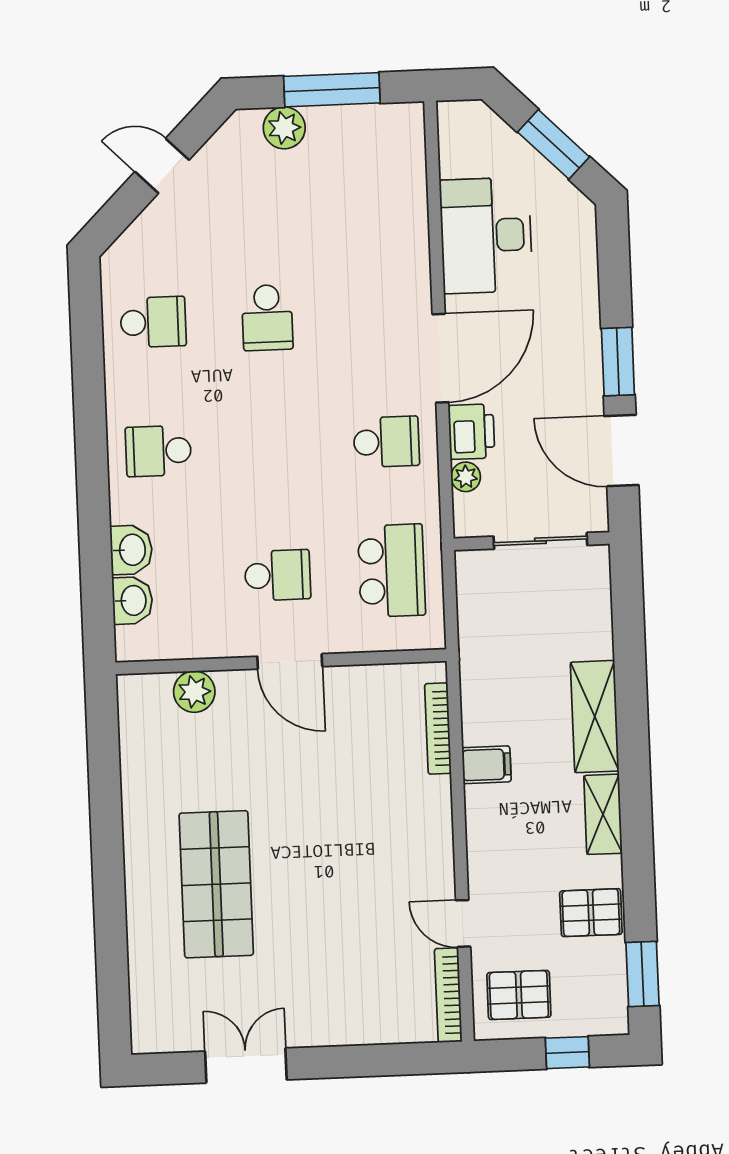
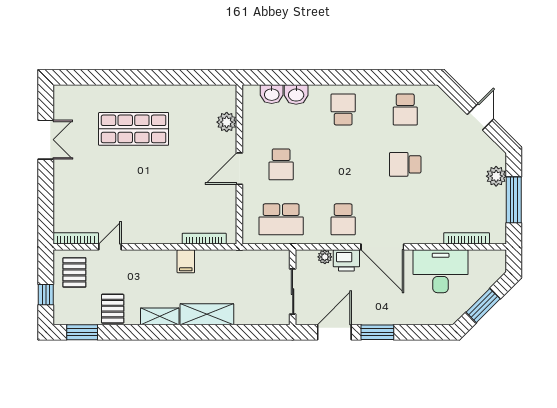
bookcase: (416, 184) -> (467, 238), added

